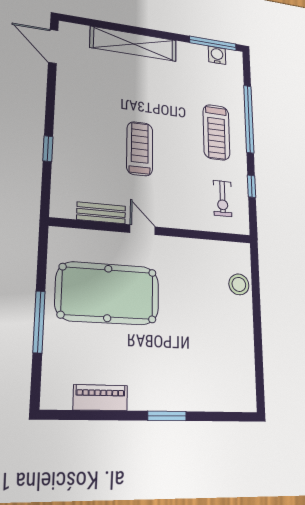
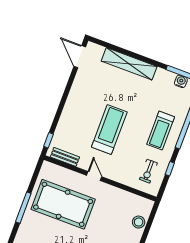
window: (48, 149) -> (49, 140), moved
treadmill: (140, 149) -> (109, 129), width x1.37, depth x1.37
bench: (101, 213) -> (65, 157), moved

